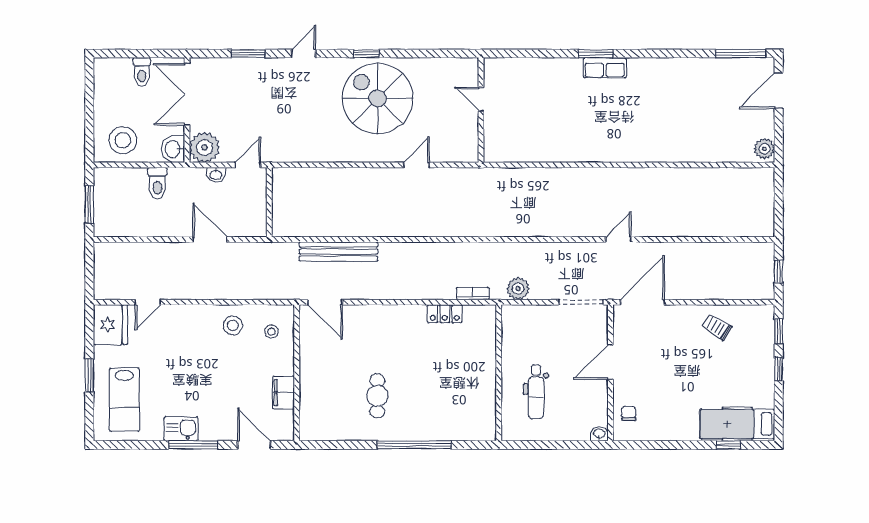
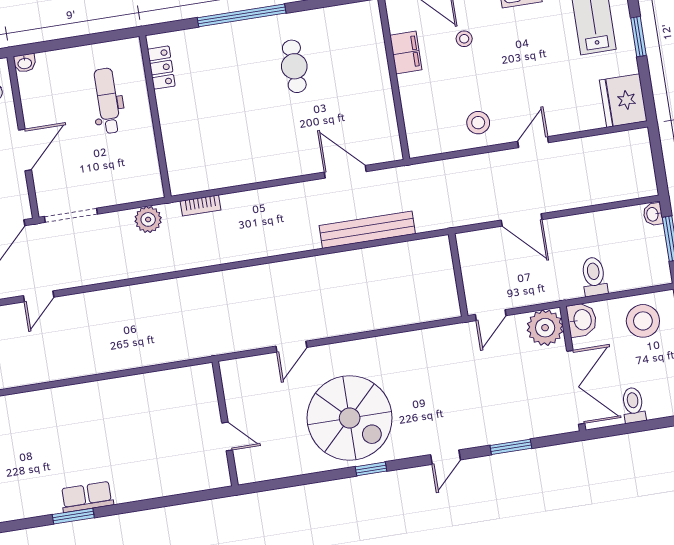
window: (596, 54) -> (73, 516), moved
washbasin: (216, 175) -> (653, 214), moved, turned -90
door: (148, 302) -> (533, 142), moved
door: (325, 302) -> (345, 172), moved
locker: (445, 314) -> (161, 68), moved, turned 90
stool: (271, 331) -> (464, 39), moved

